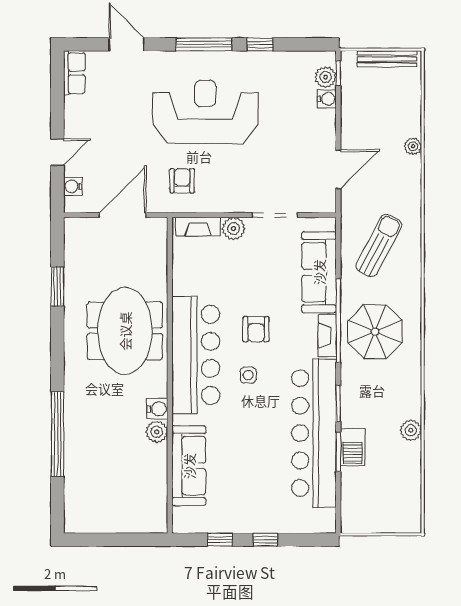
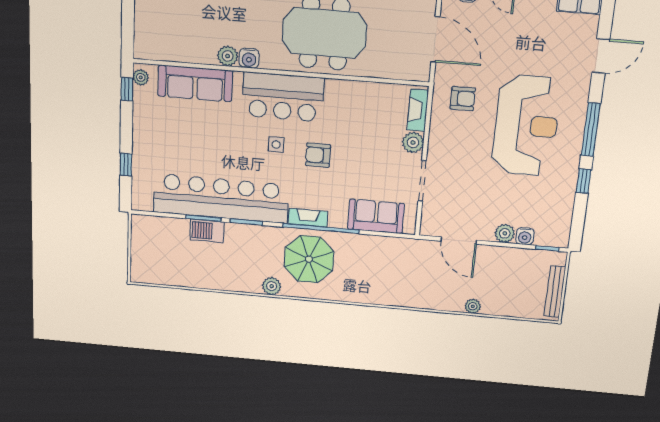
plant: (326, 77) -> (505, 233), moved
sun lounger: (379, 245) -> (386, 269), removed
sofa: (319, 272) -> (376, 216), width x0.73
bar counter: (196, 355) -> (283, 97), width x0.73
plant: (411, 430) -> (272, 286), moved
plant: (187, 525) -> (141, 77), added
window: (220, 540) -> (127, 89), moved
window: (265, 540) -> (126, 165), moved

